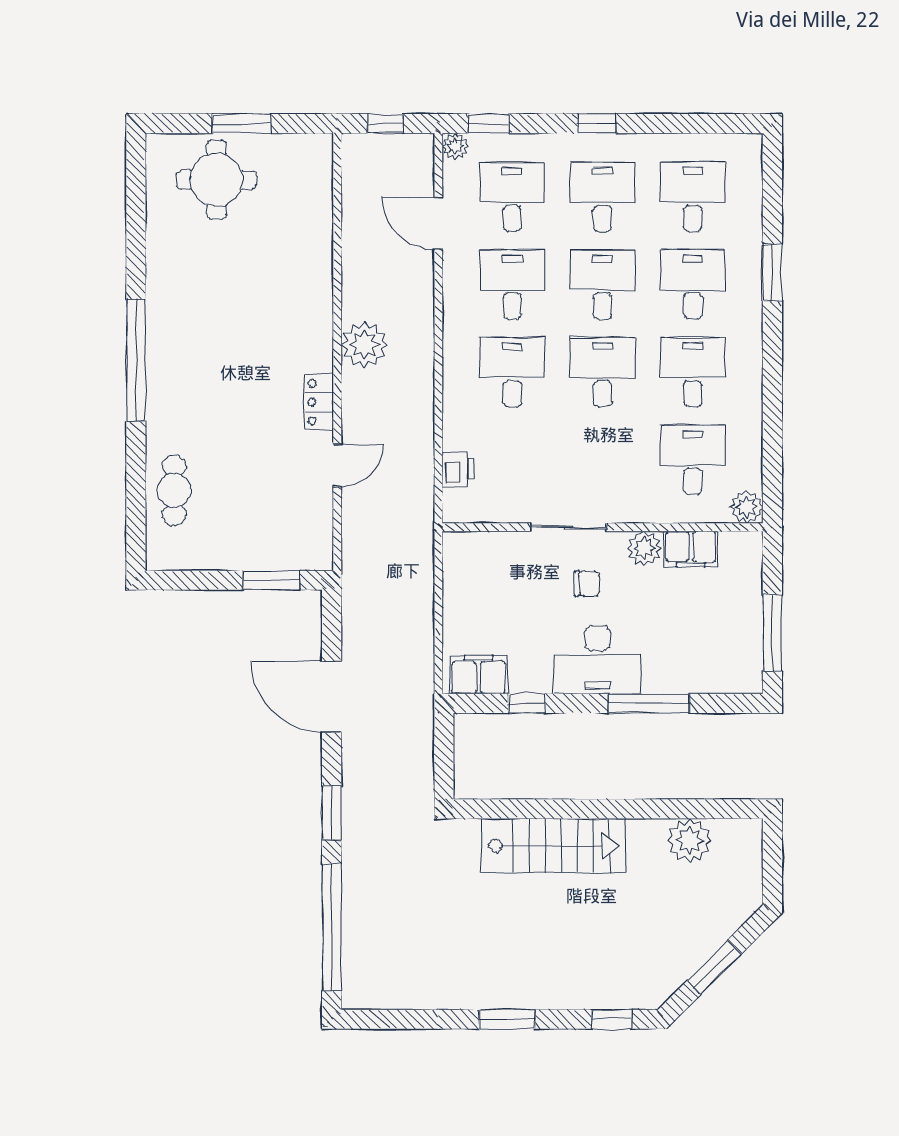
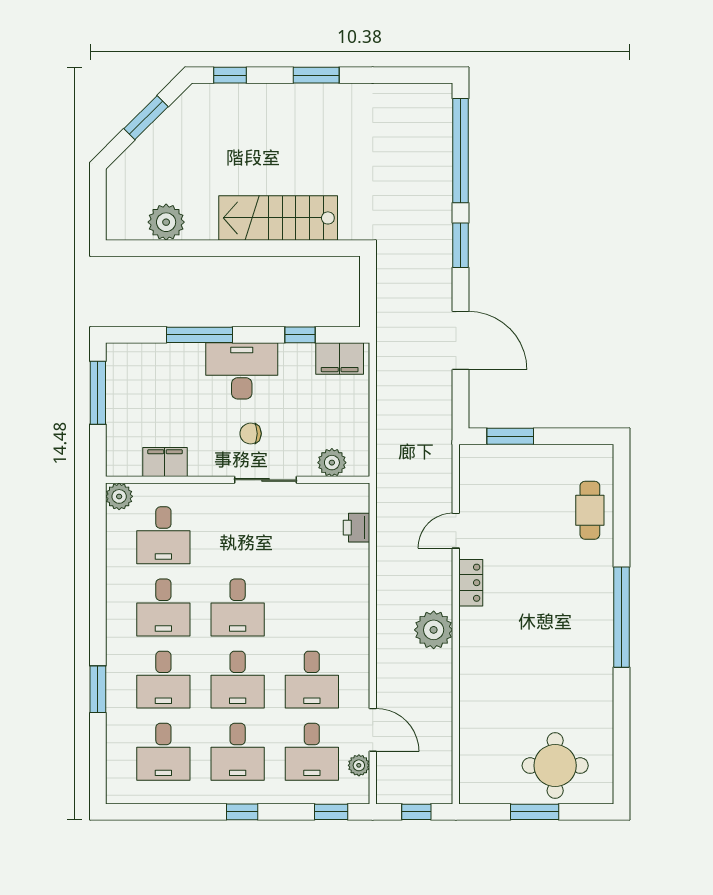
plant: (455, 146) -> (359, 765), moved
desk: (512, 372) -> (312, 607), removed
plant: (644, 548) -> (332, 463), moved

